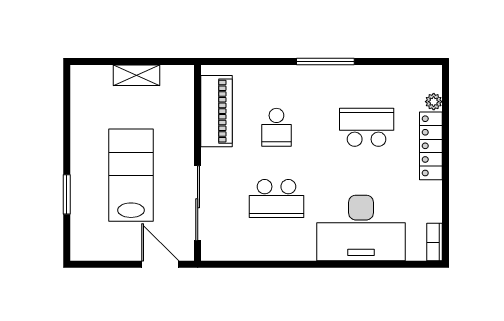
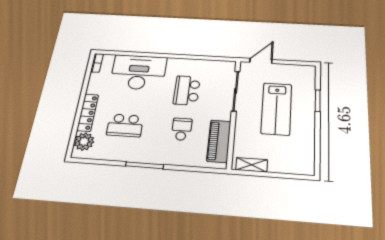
shelving: (137, 75) -> (252, 165), moved
plant: (434, 102) -> (84, 141), width x1.88, depth x1.88
school desk: (276, 199) -> (187, 90), turned -90
door: (160, 264) -> (261, 61), swing flipped

